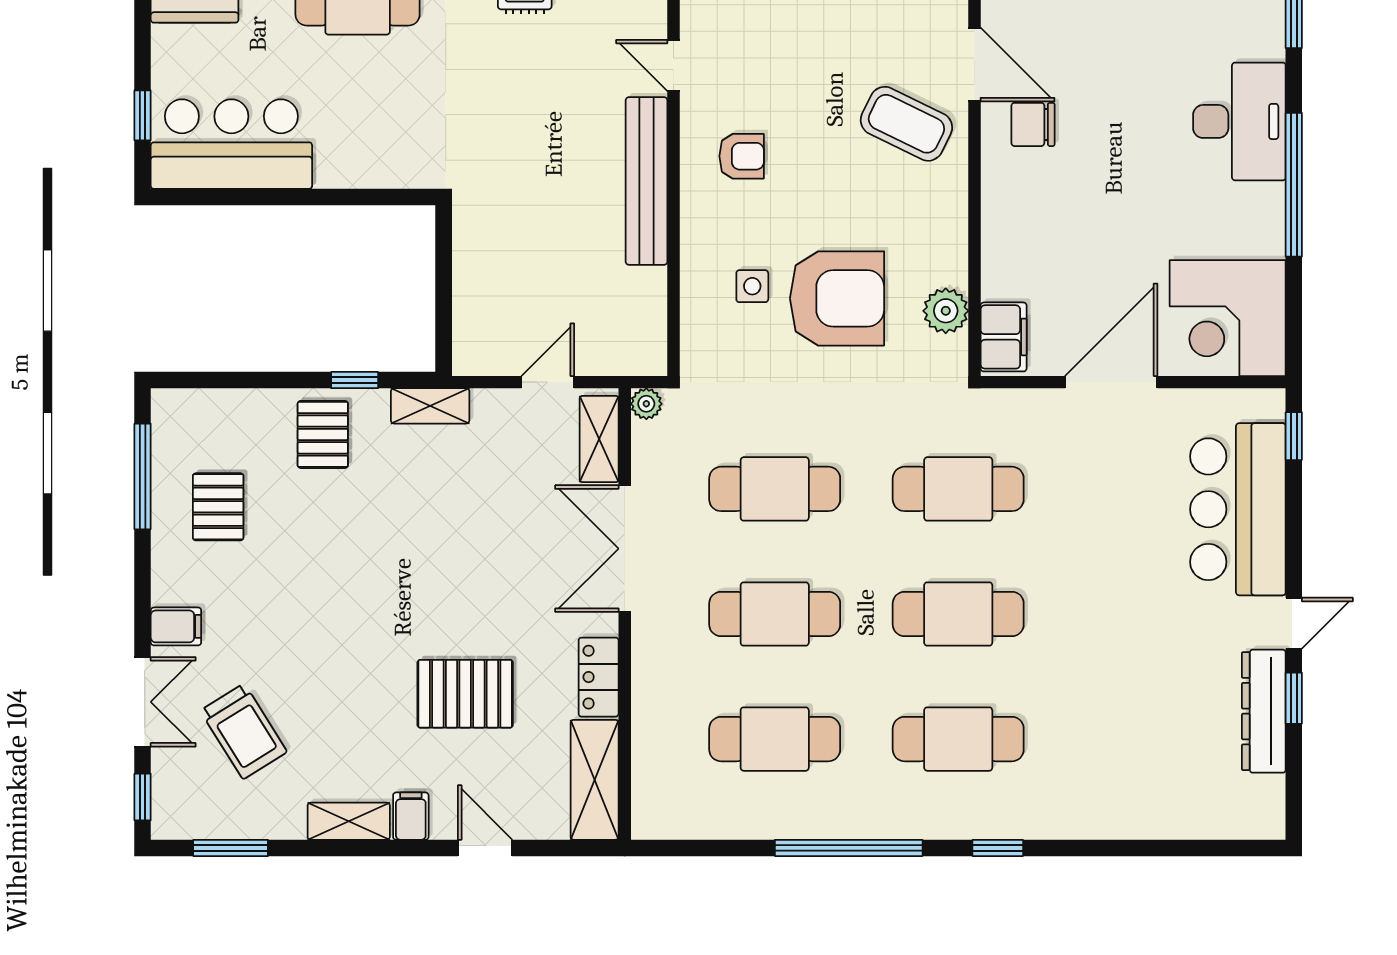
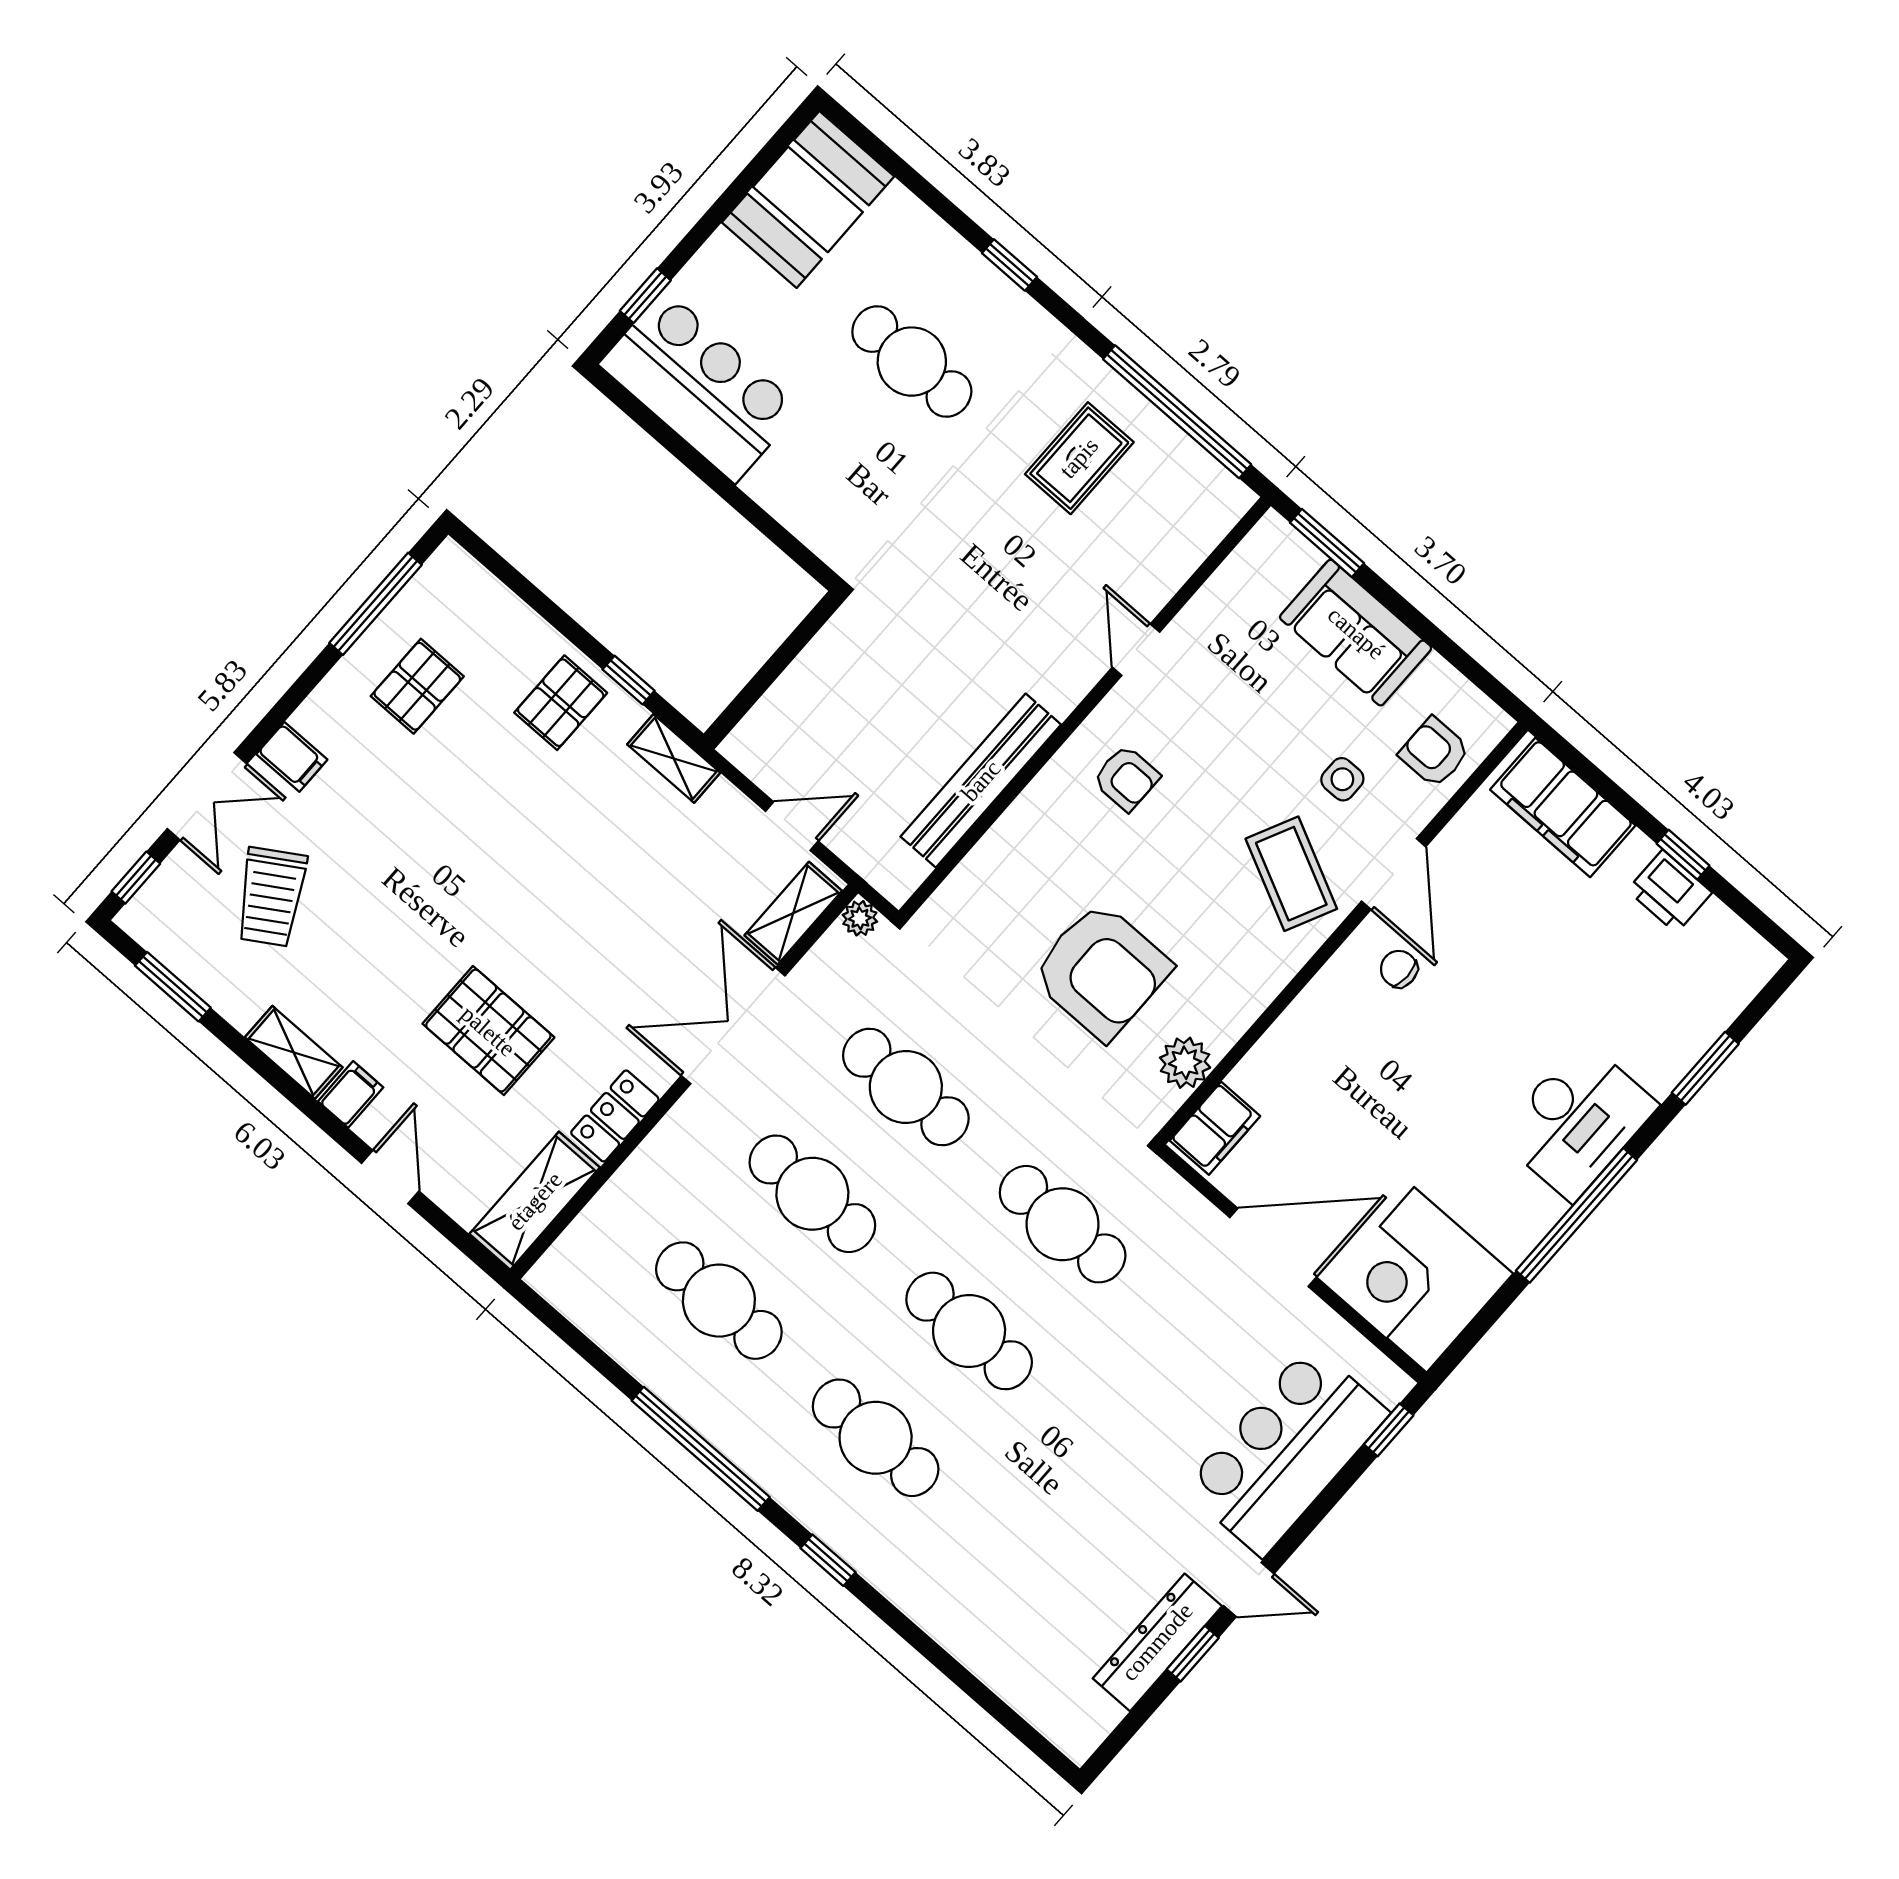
chair: (1033, 124) -> (1399, 969), width x0.73, depth x0.73
bench: (647, 181) -> (981, 781), moved
side table: (752, 286) -> (1342, 779), moved

